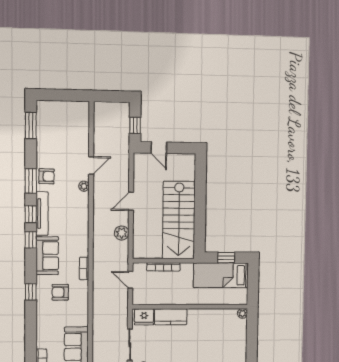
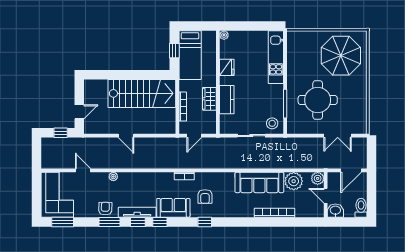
corner sofa: (63, 120) -> (57, 195), added
door: (91, 165) -> (83, 170), moved
plant: (122, 233) -> (153, 144), removed
wardrobe: (172, 297) -> (209, 99), added
fridge: (144, 317) -> (227, 67), moved

